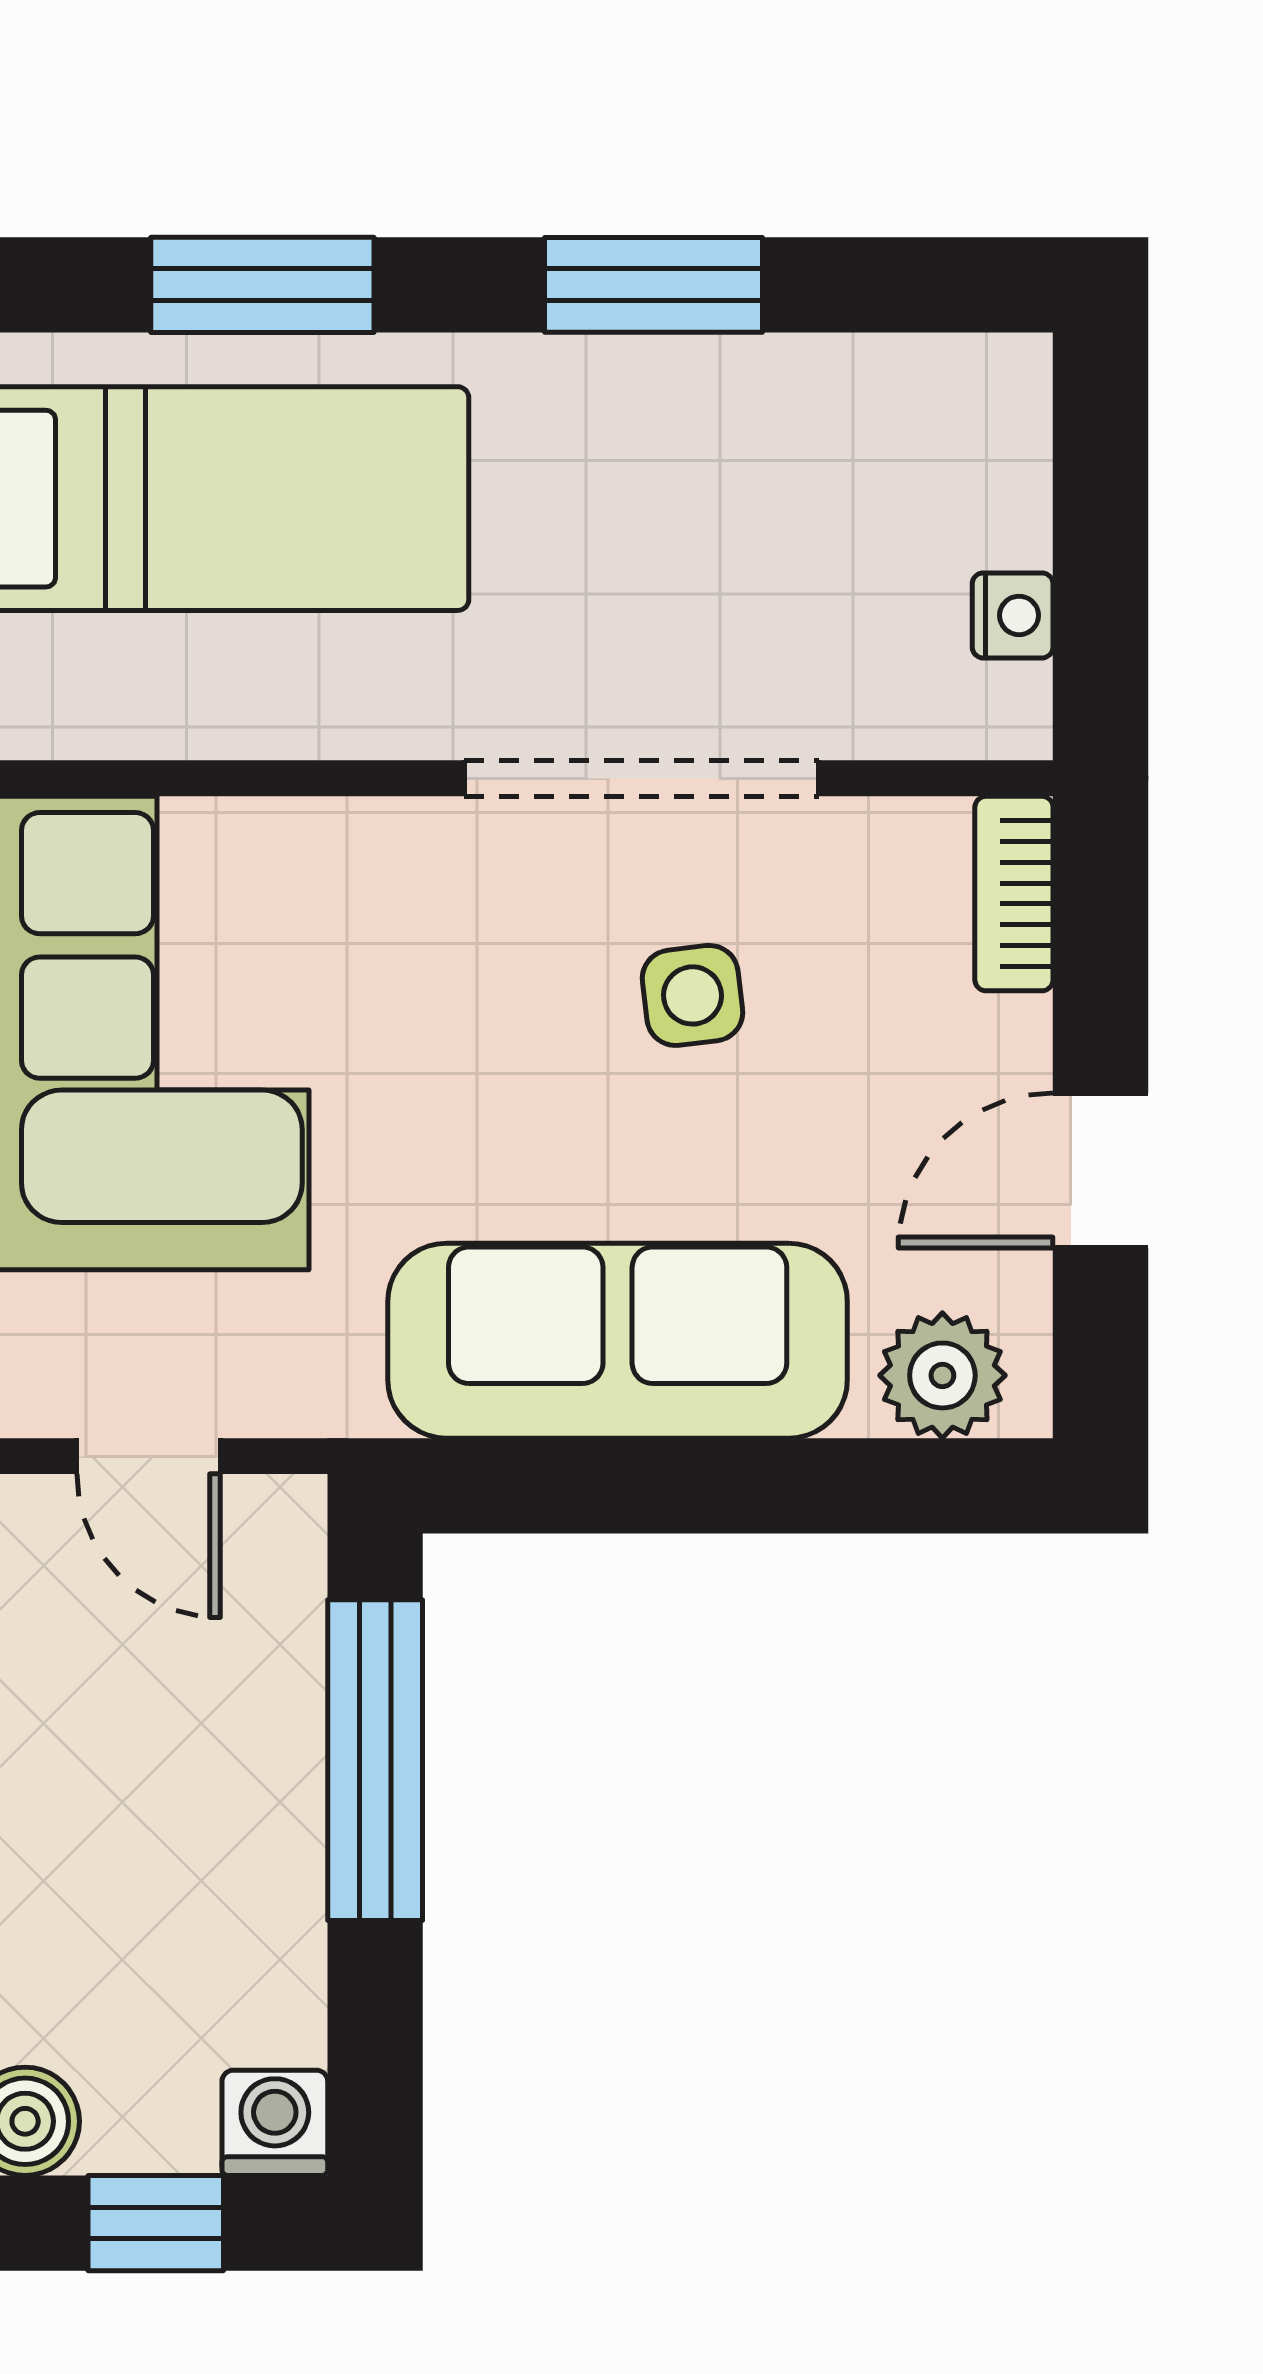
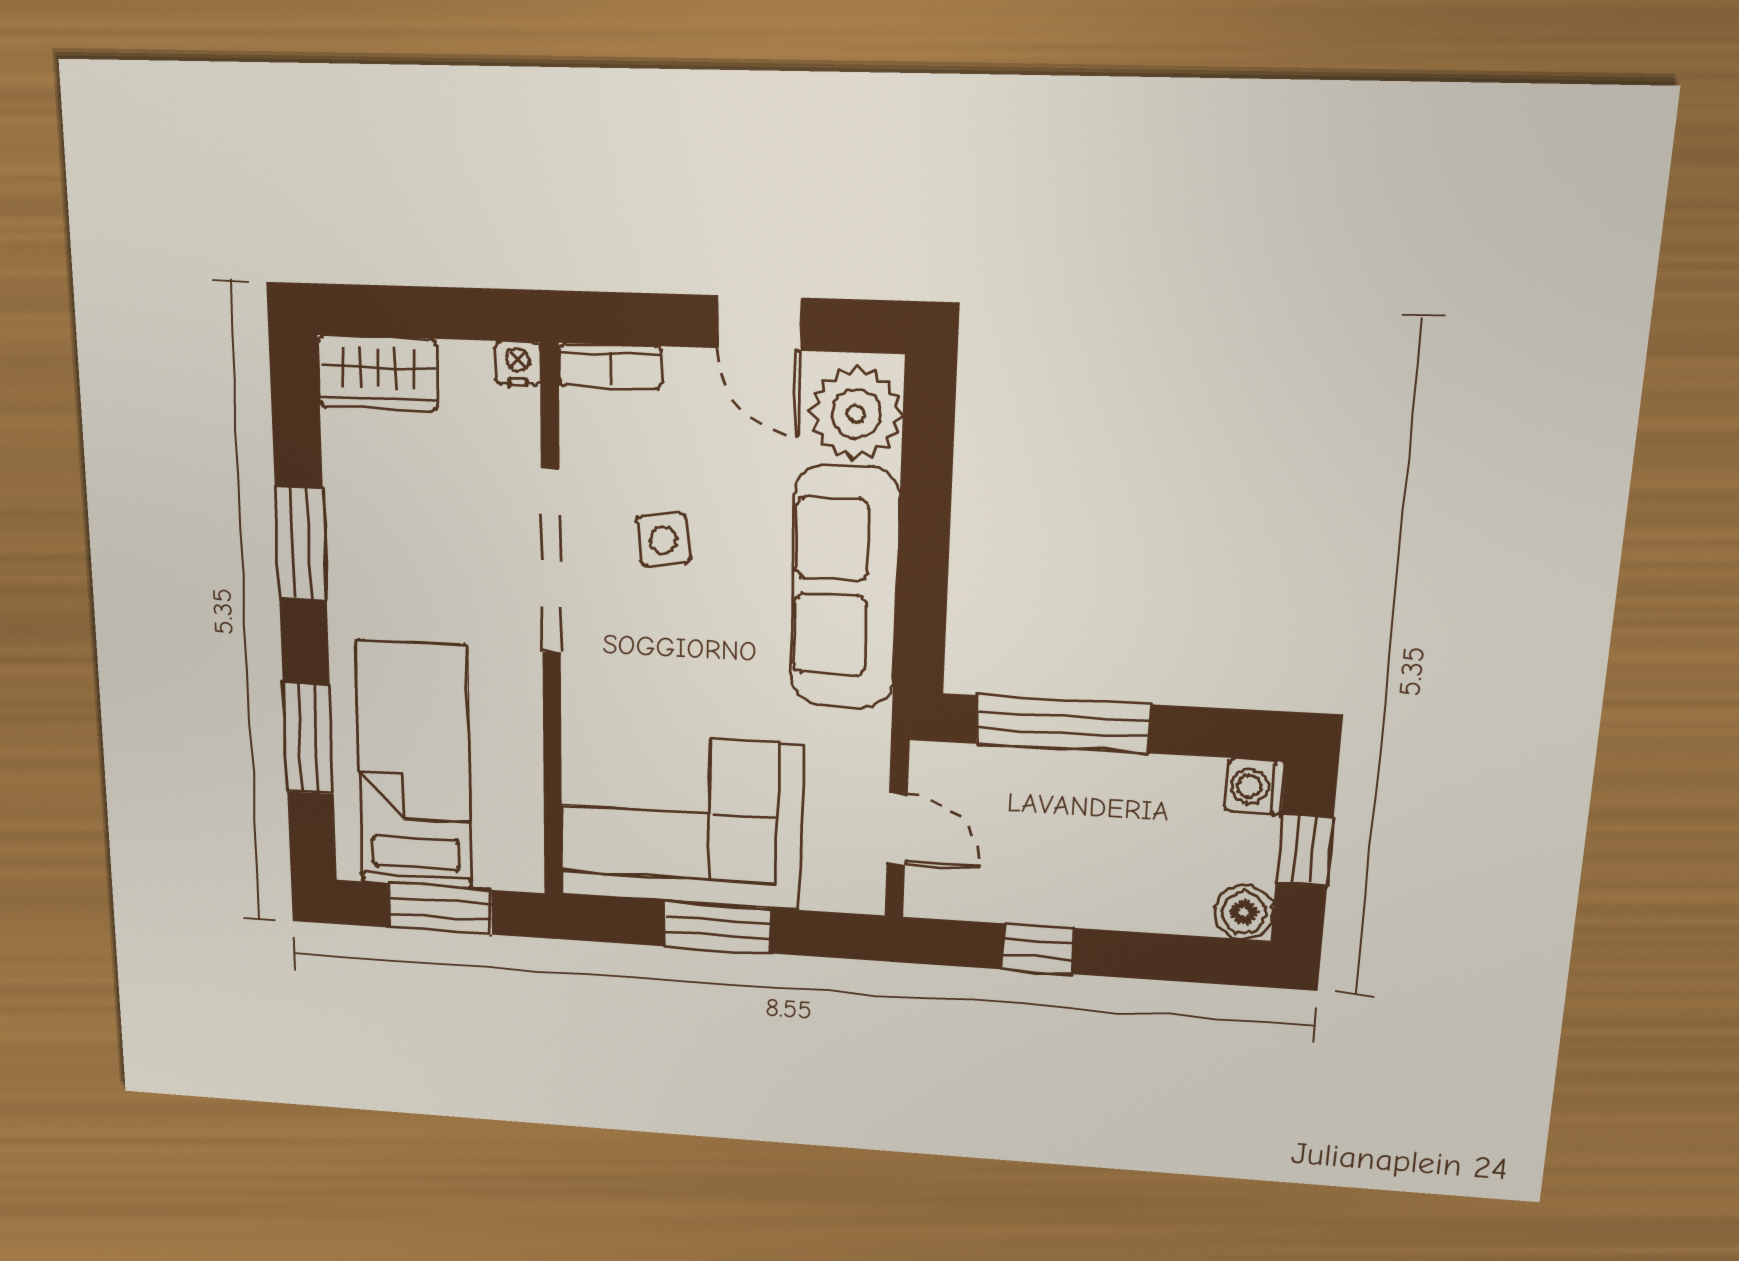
wardrobe: (986, 448) -> (378, 373), added
nightstand: (1013, 615) -> (518, 363), moved
plant: (942, 1375) -> (856, 414), width x1.36, depth x1.36
door: (149, 1456) -> (897, 829), hinge flipped

